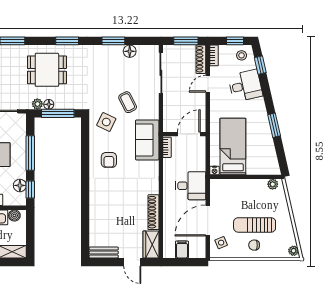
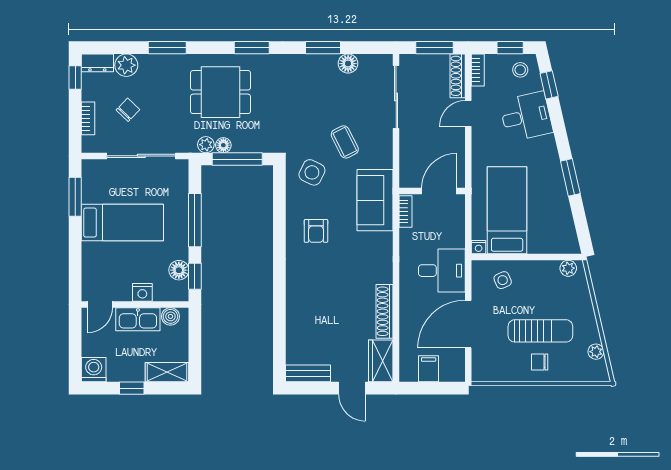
sun lounger: (255, 225) -> (540, 331), turned 180
side table: (221, 243) -> (503, 280), moved
plant: (294, 251) -> (596, 352), moved

